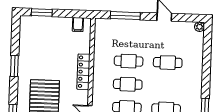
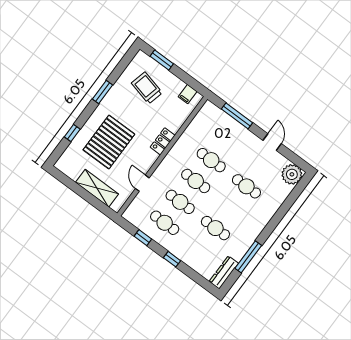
plant: (199, 27) -> (292, 174), width x1.88, depth x1.88
trolley: (45, 41) -> (147, 88), added
locker: (83, 72) -> (163, 141), width x0.66

